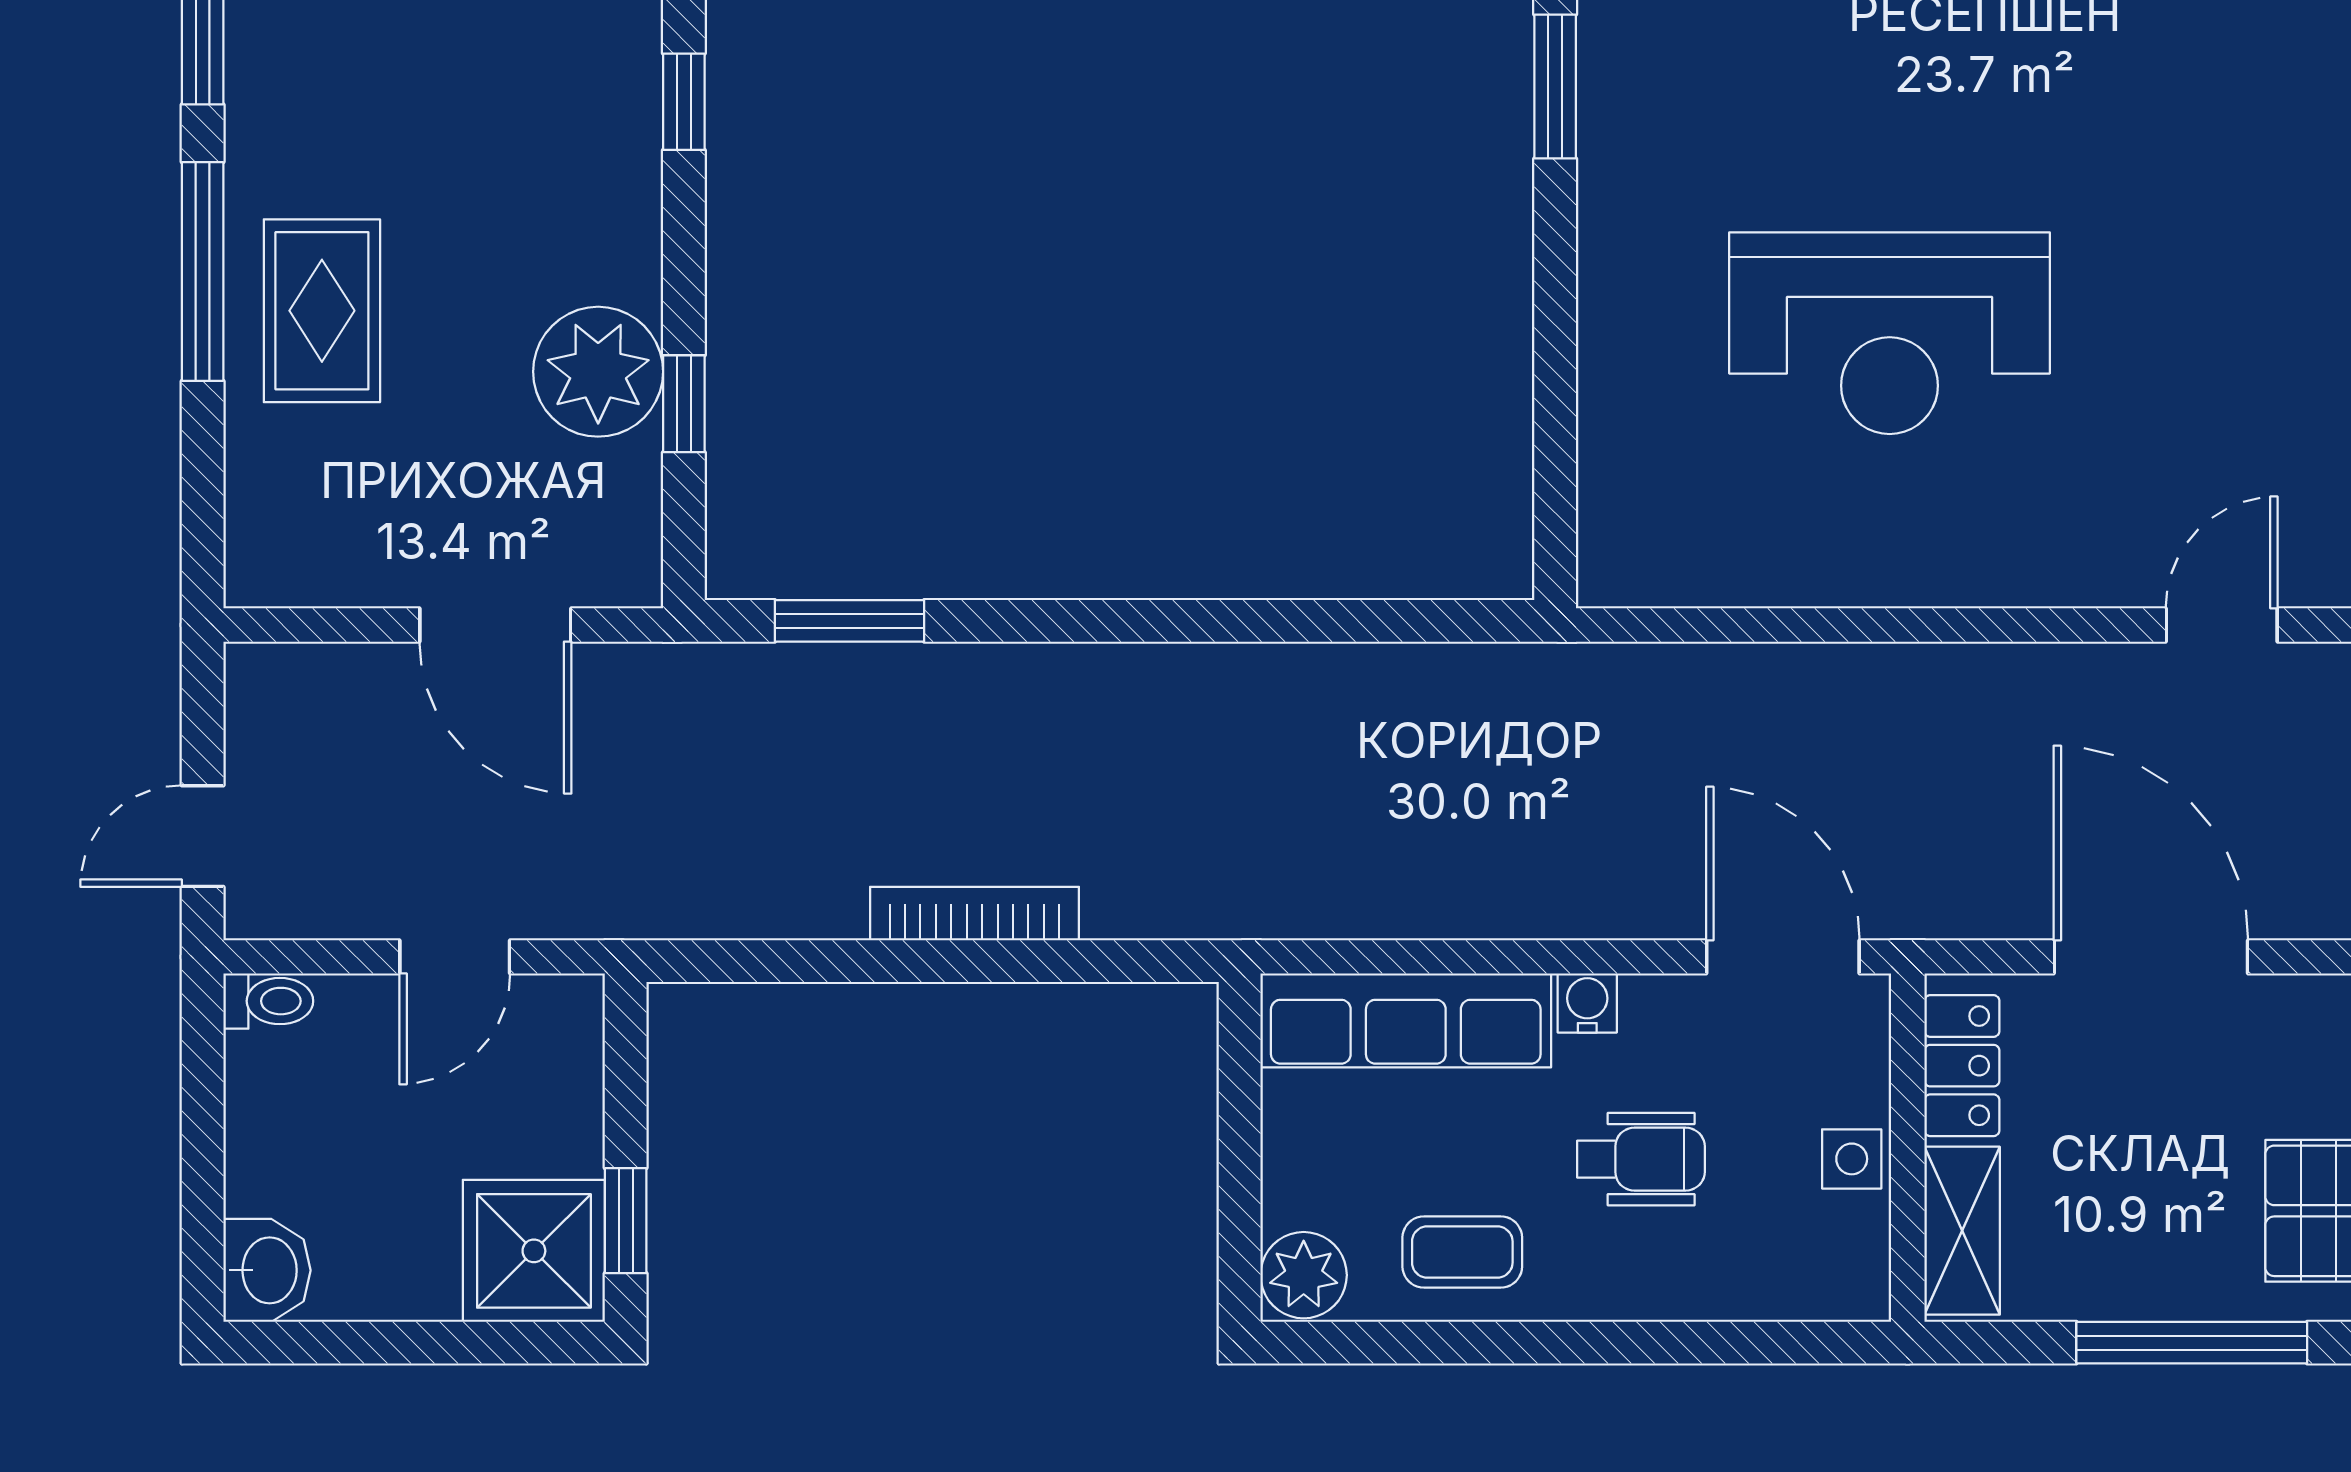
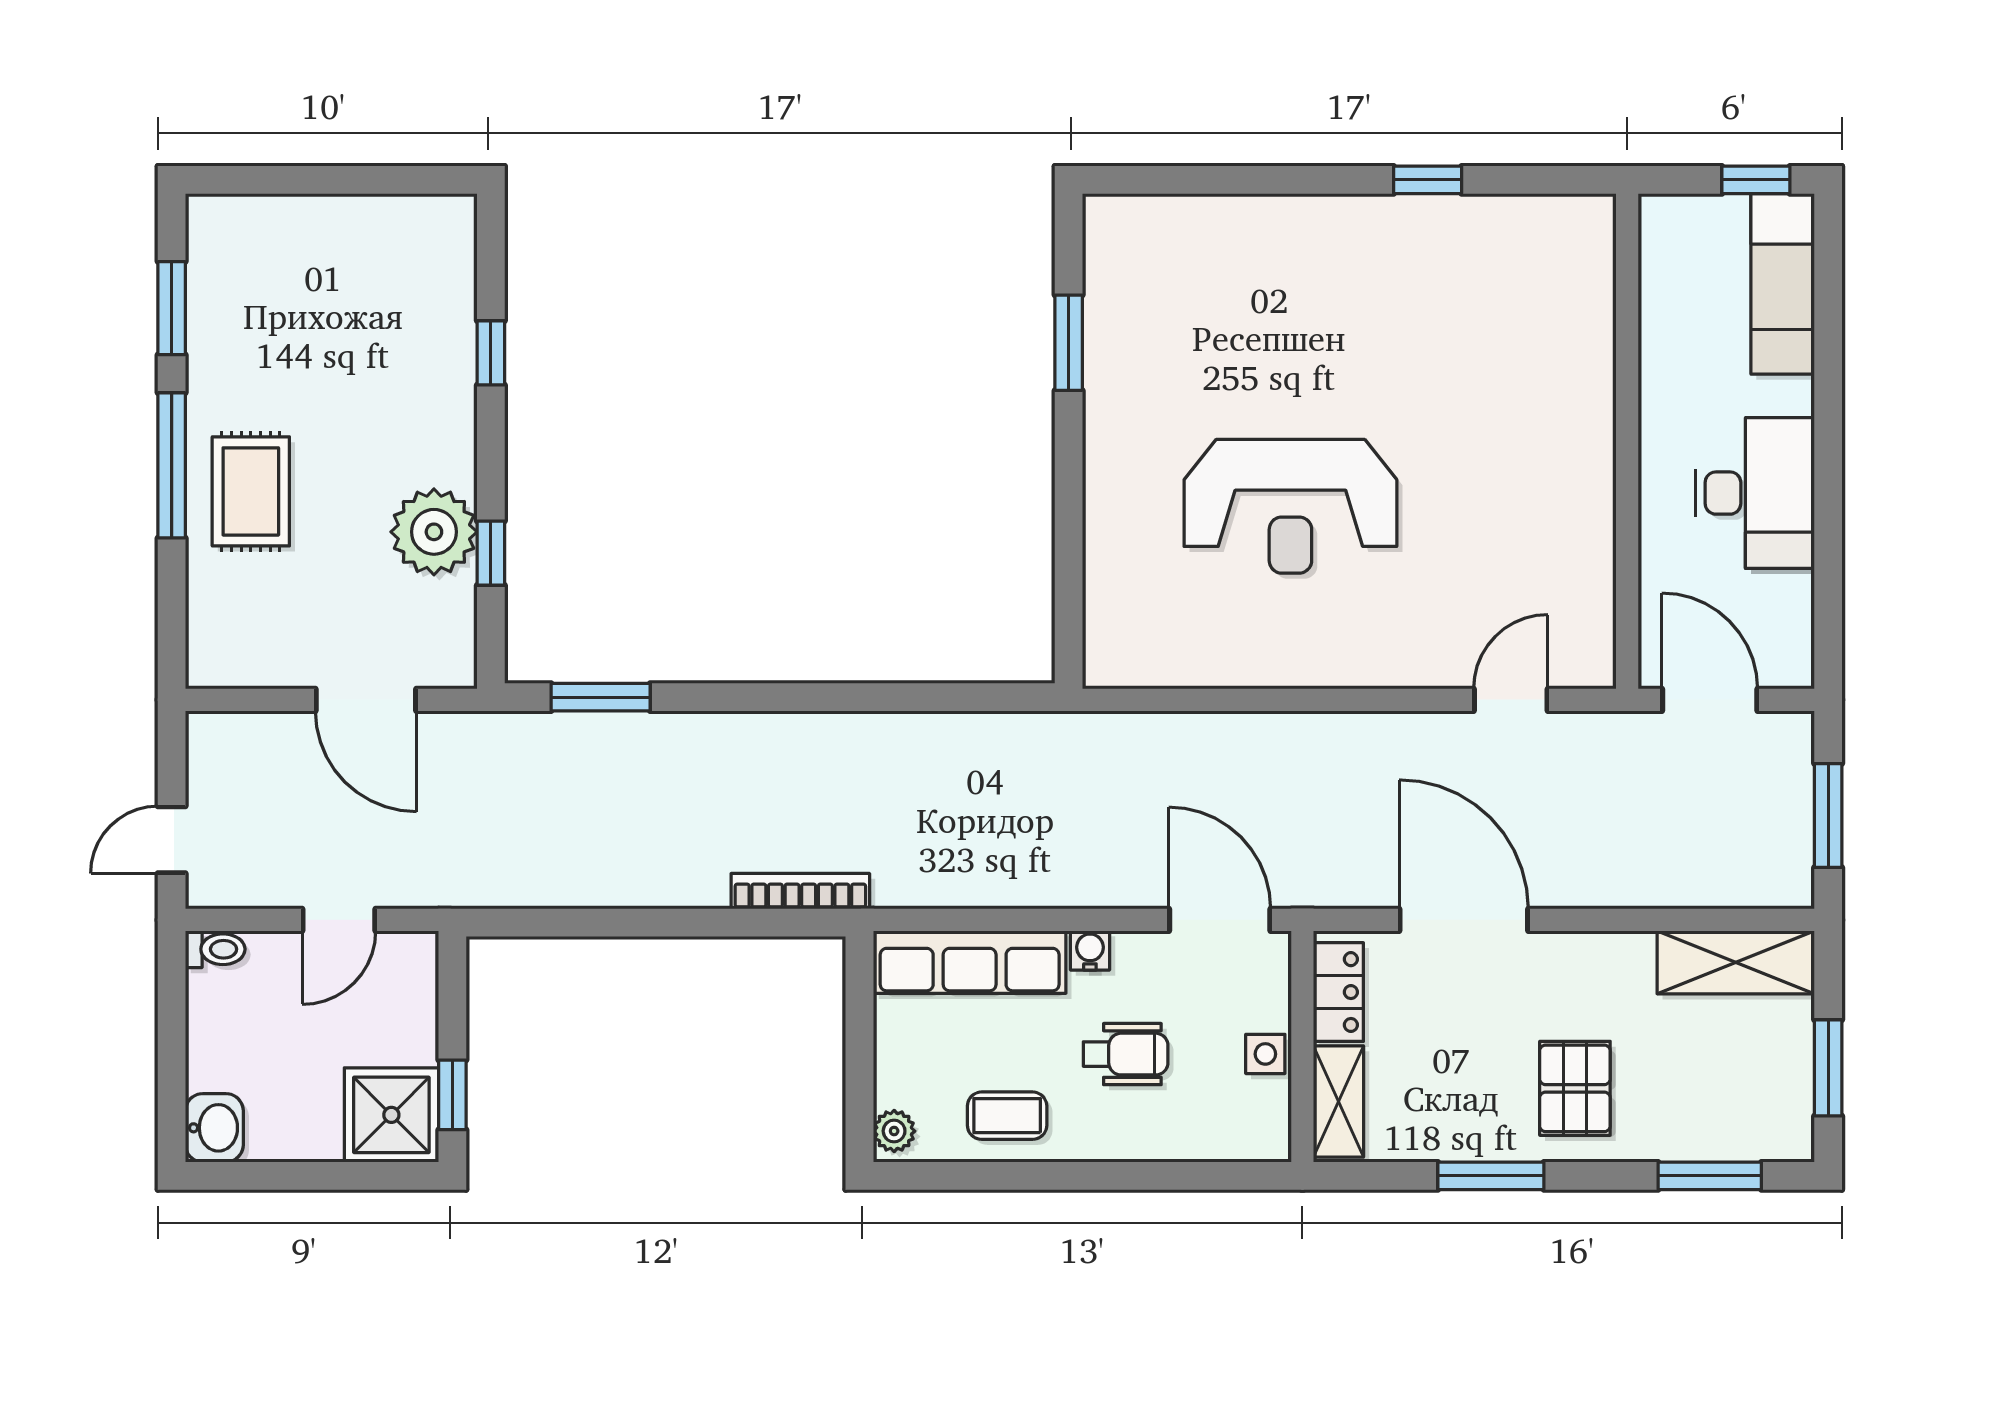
bookcase: (974, 914) -> (800, 891), moved
plant: (1304, 1275) -> (894, 1131), width x0.73, depth x0.73
window: (2192, 1343) -> (1491, 1176), width x0.69

